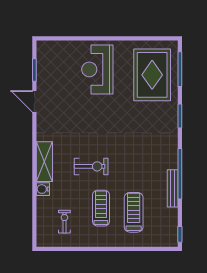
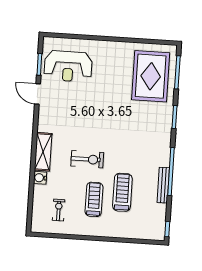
reception desk: (97, 69) -> (68, 66), moved, turned -90
treadmill: (134, 212) -> (122, 192), moved

